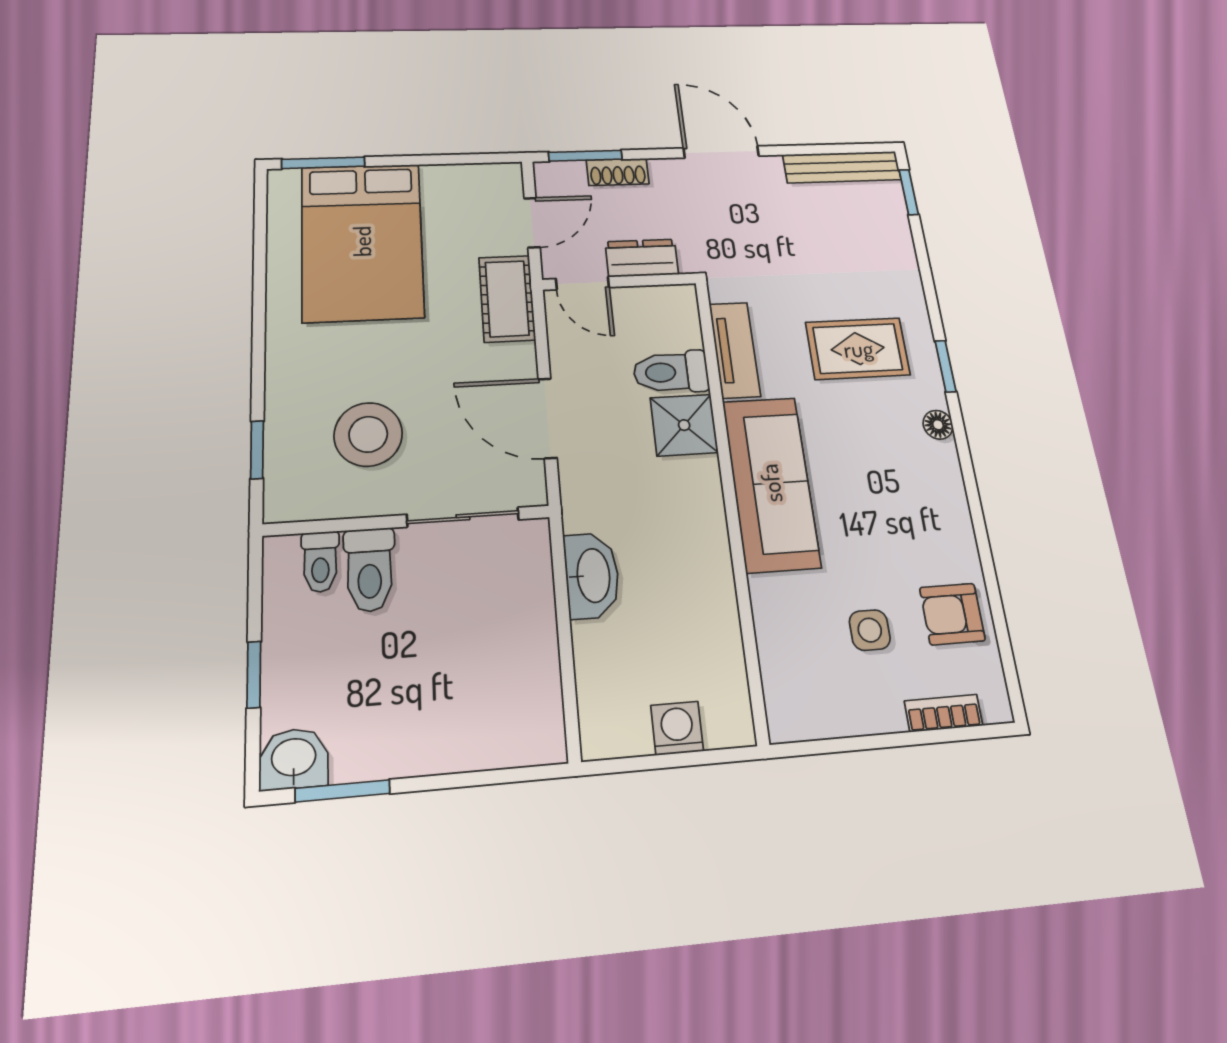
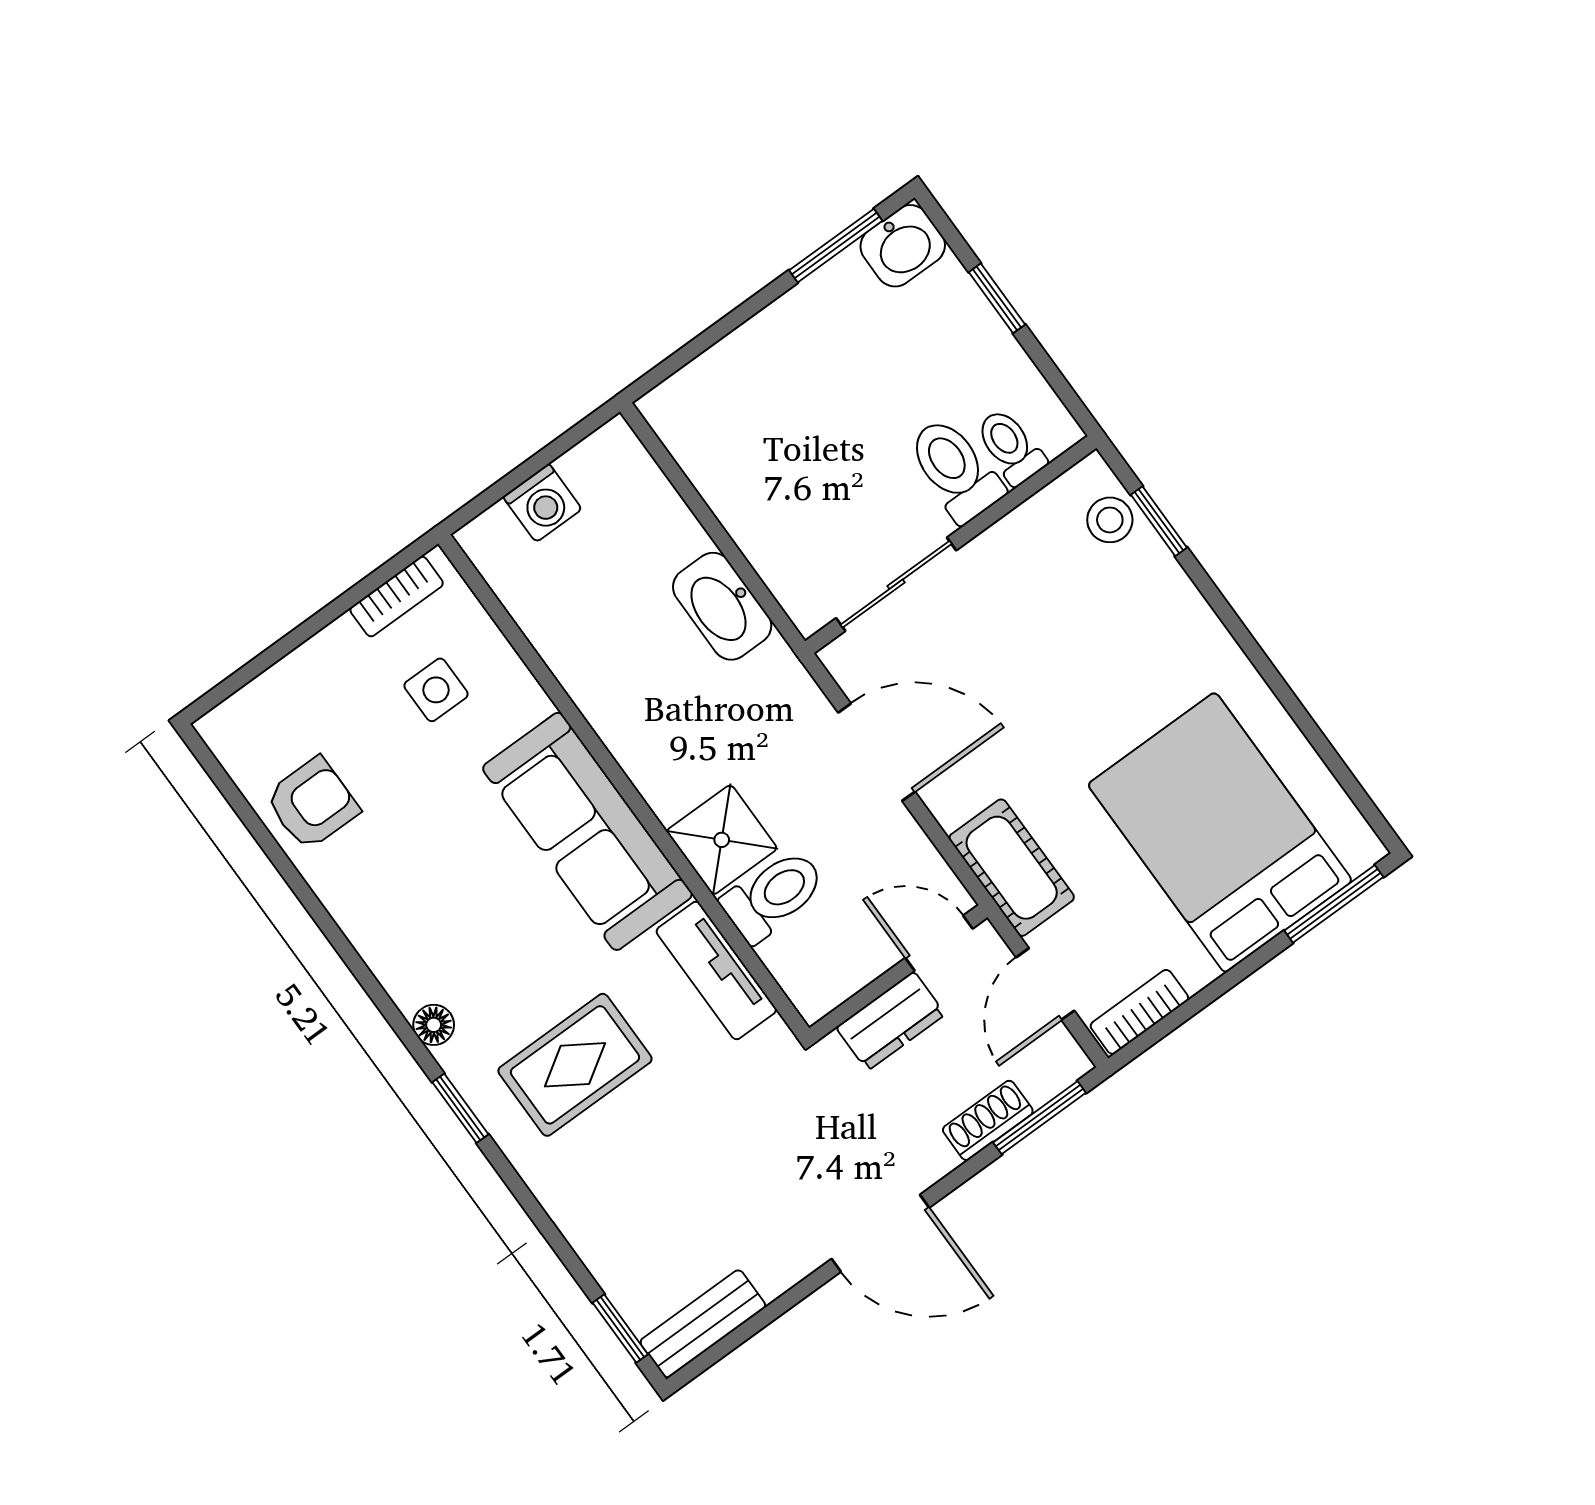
bench: (842, 167) -> (703, 1324), width x0.73
bookcase: (485, 175) -> (1139, 1012), added
stool: (368, 434) -> (1110, 520), moved, width x0.53, depth x0.53
side table: (870, 630) -> (436, 690), moved
bookcase: (944, 713) -> (397, 596), moved

